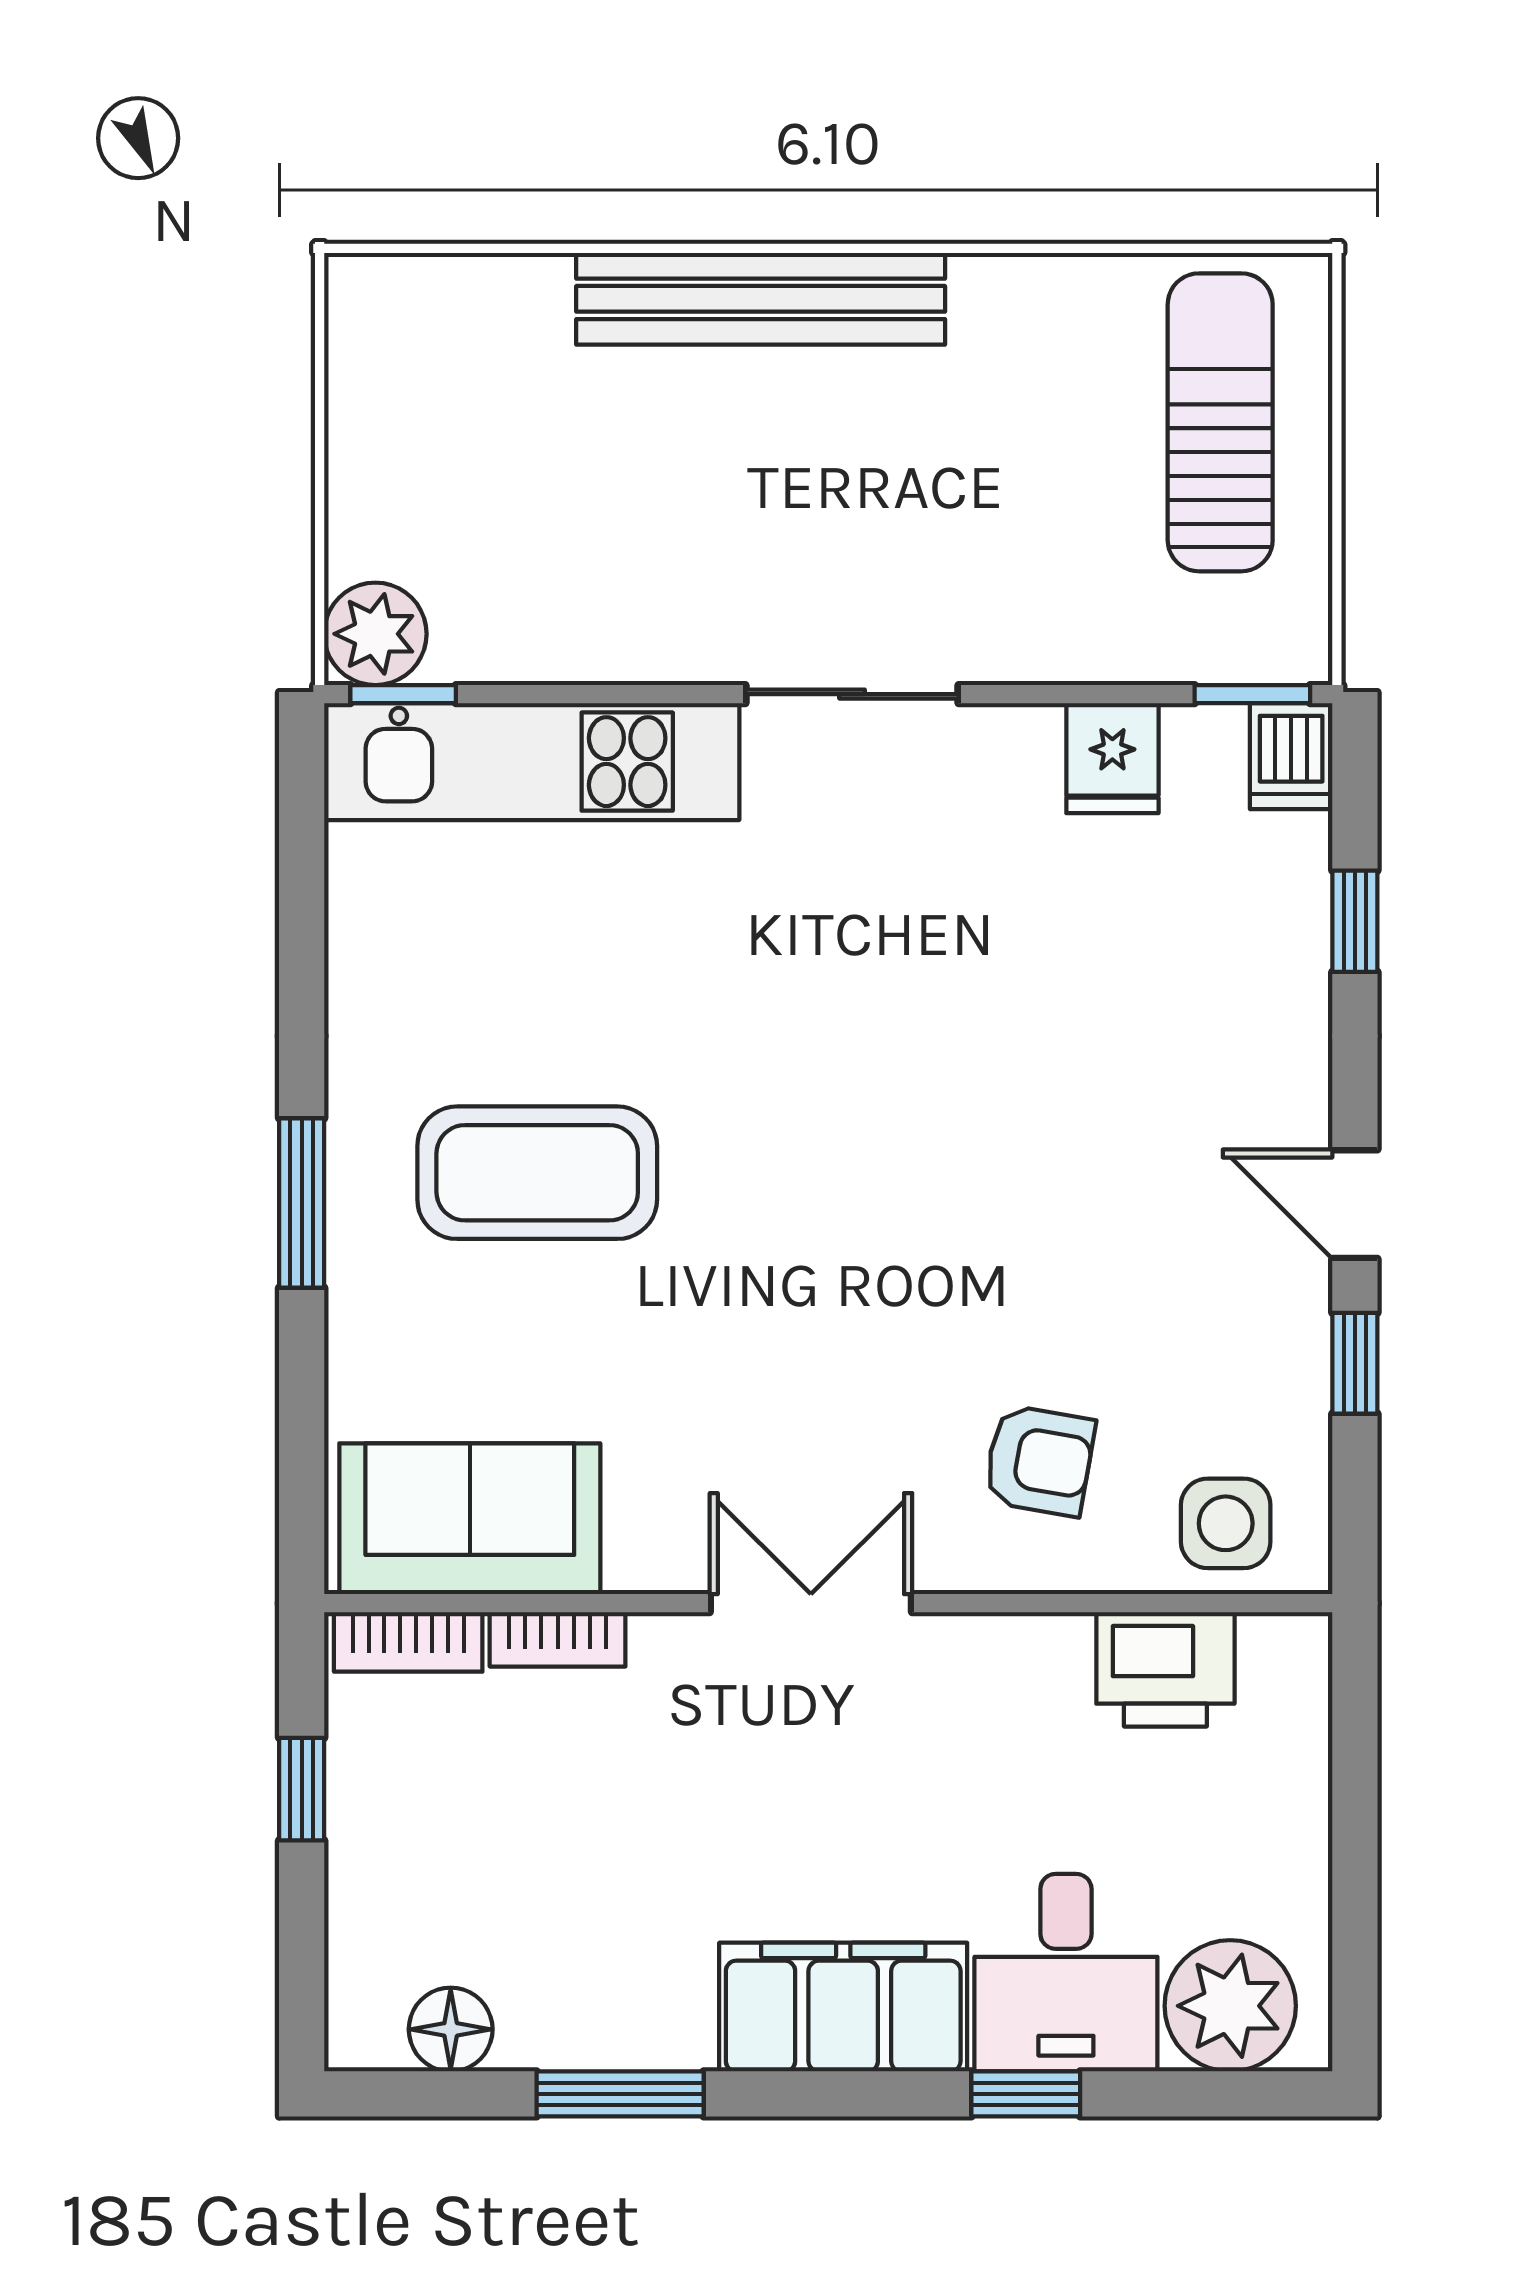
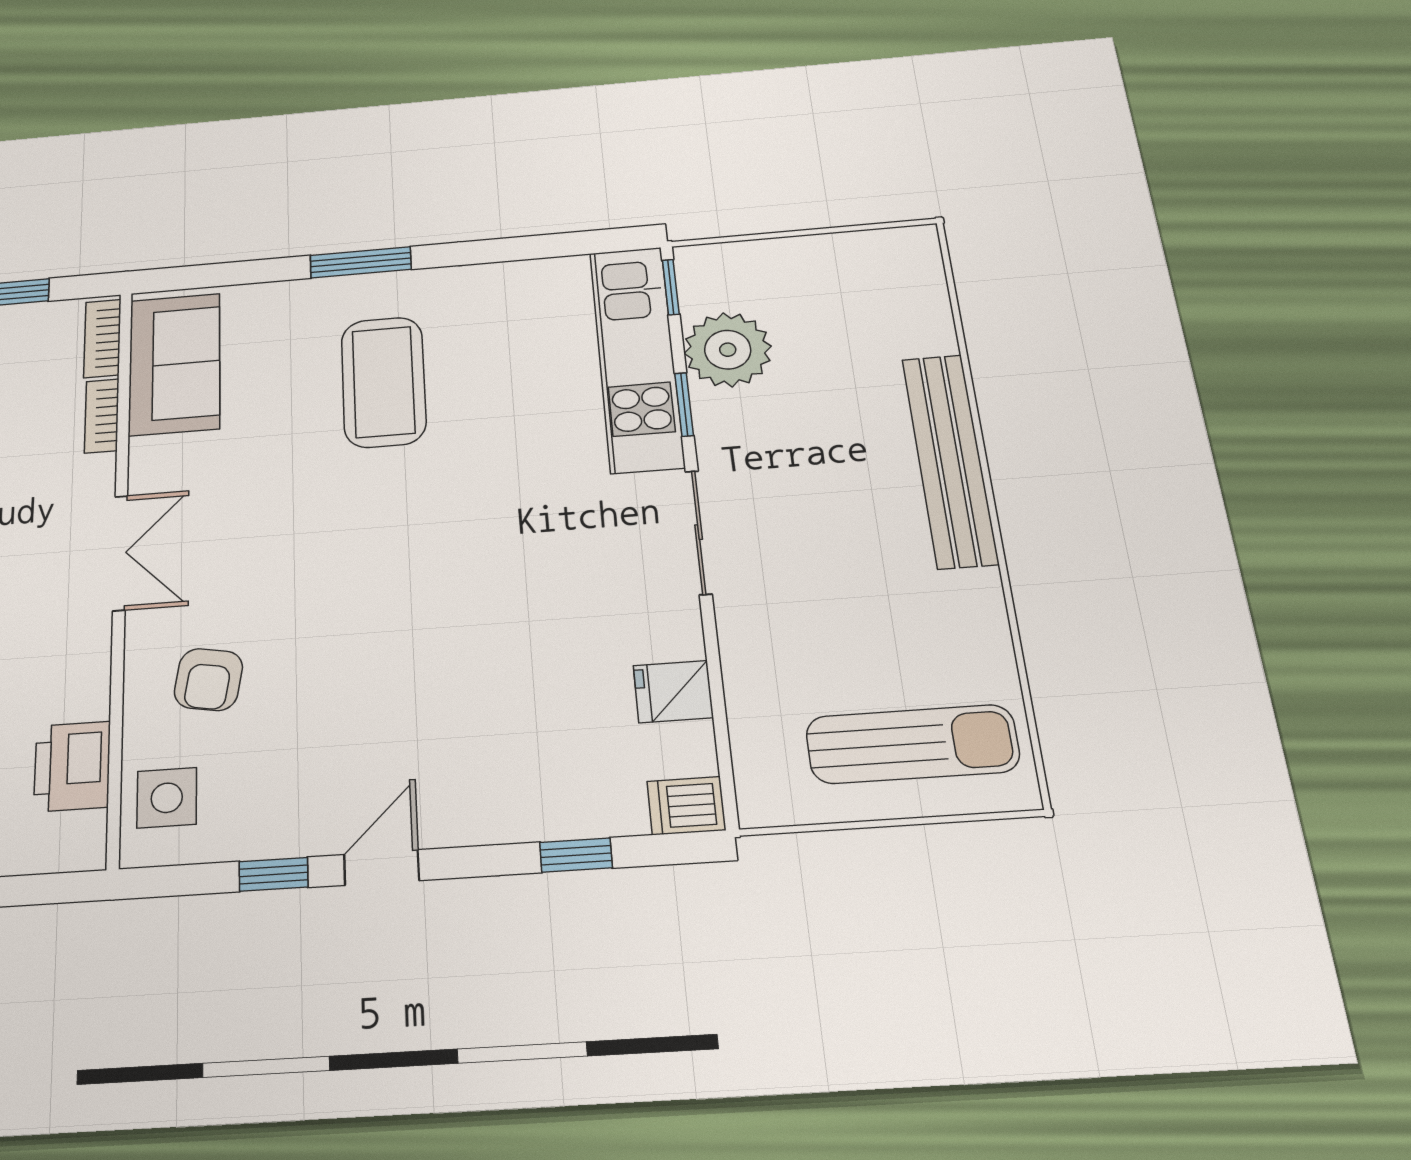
plant: (375, 634) -> (728, 350), moved, width x1.36, depth x1.36
window: (1252, 694) -> (684, 404), moved

